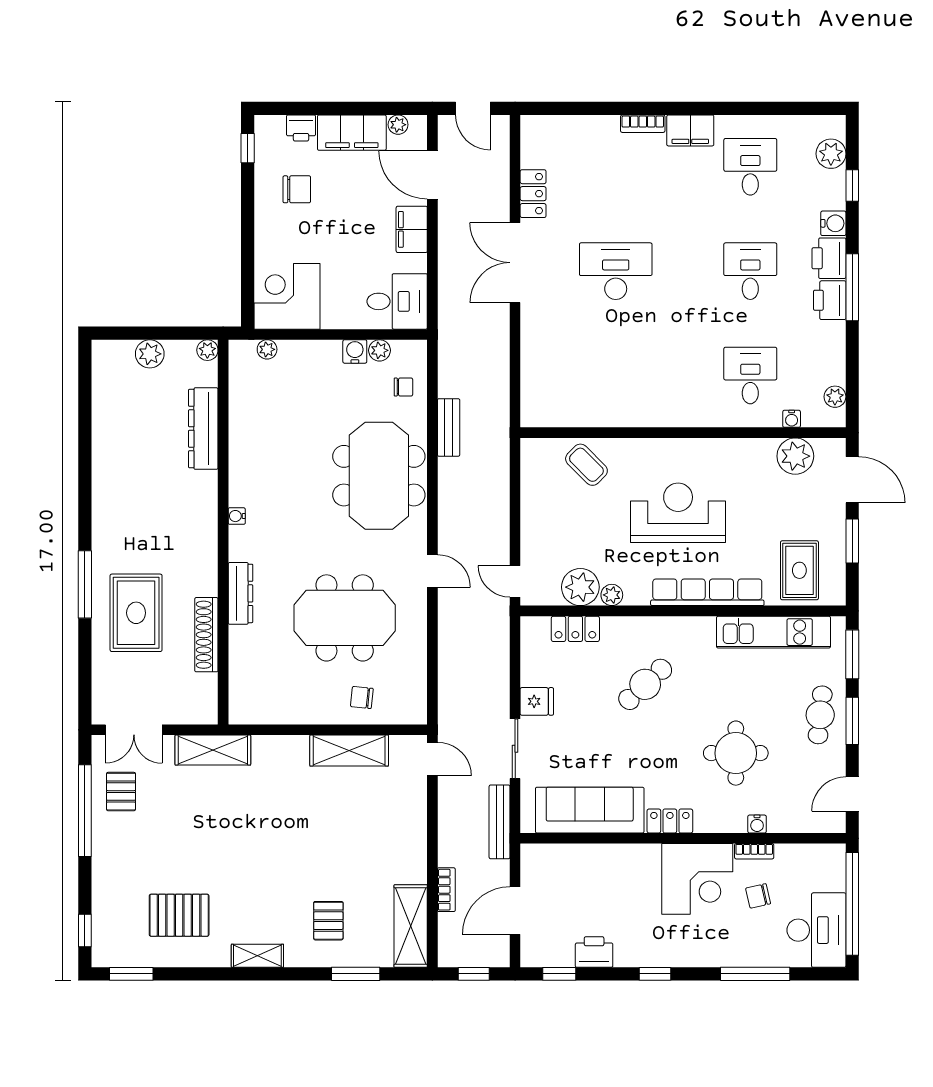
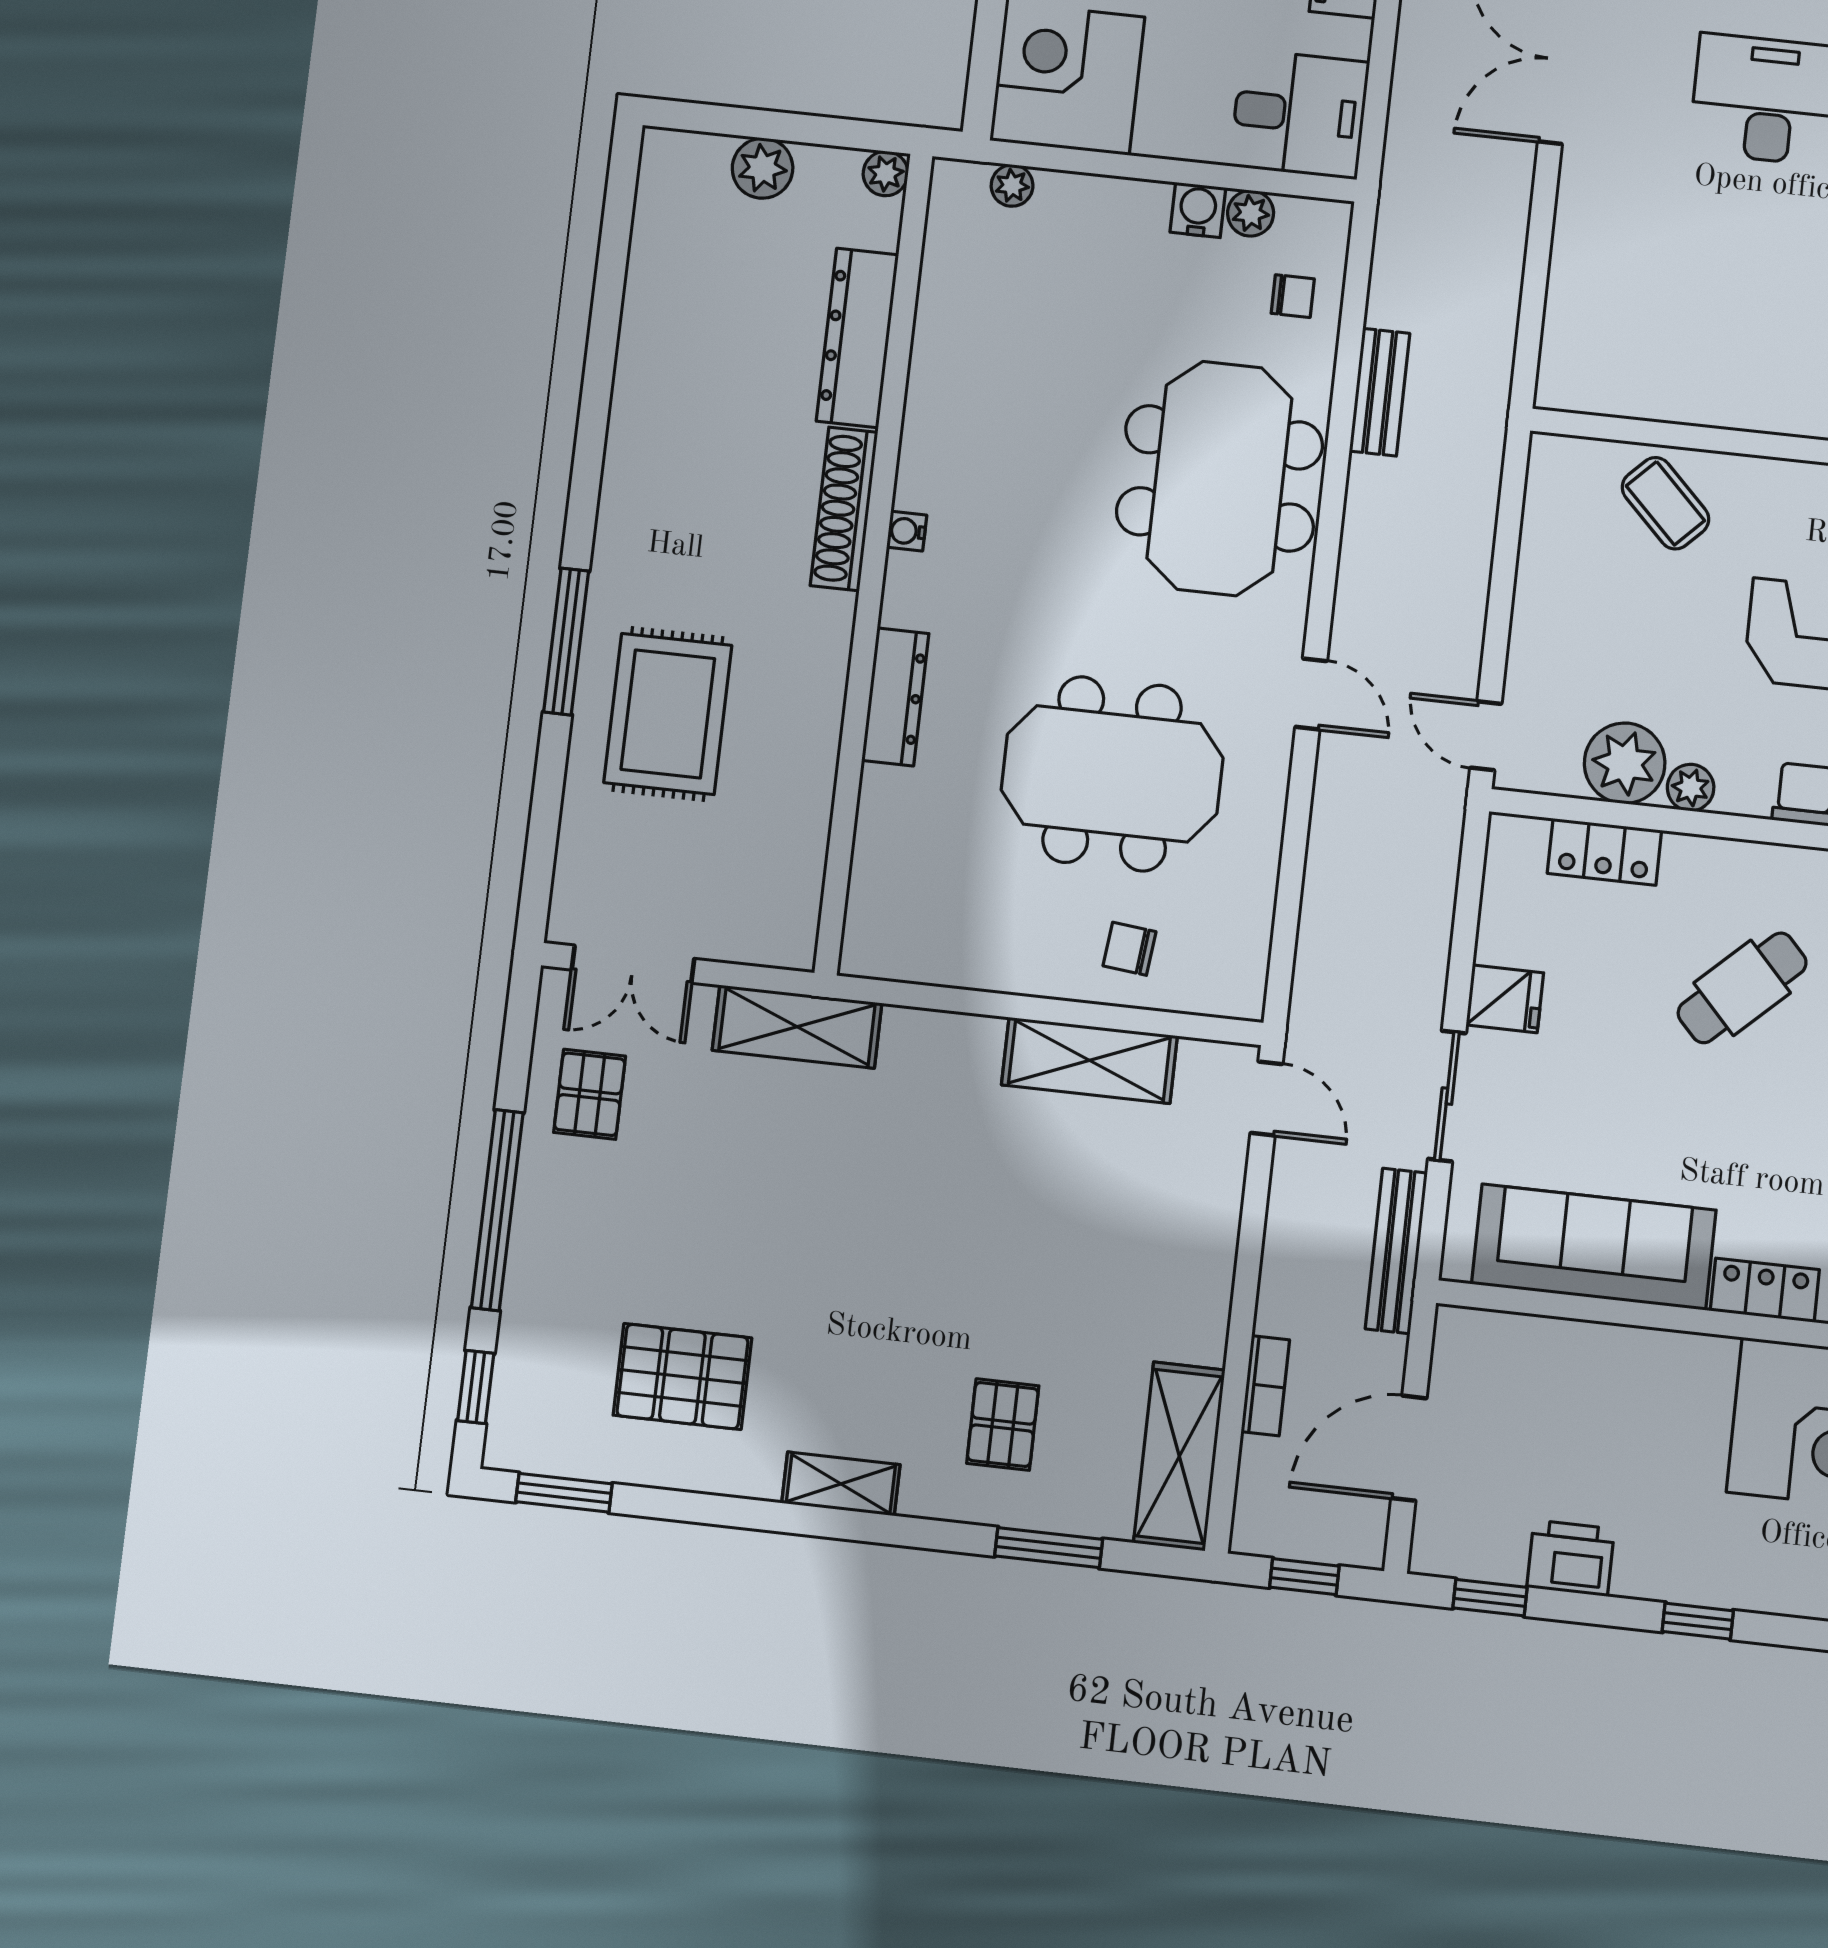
shoe rack: (206, 635) -> (844, 509), moved
window: (85, 811) -> (497, 1210), moved

